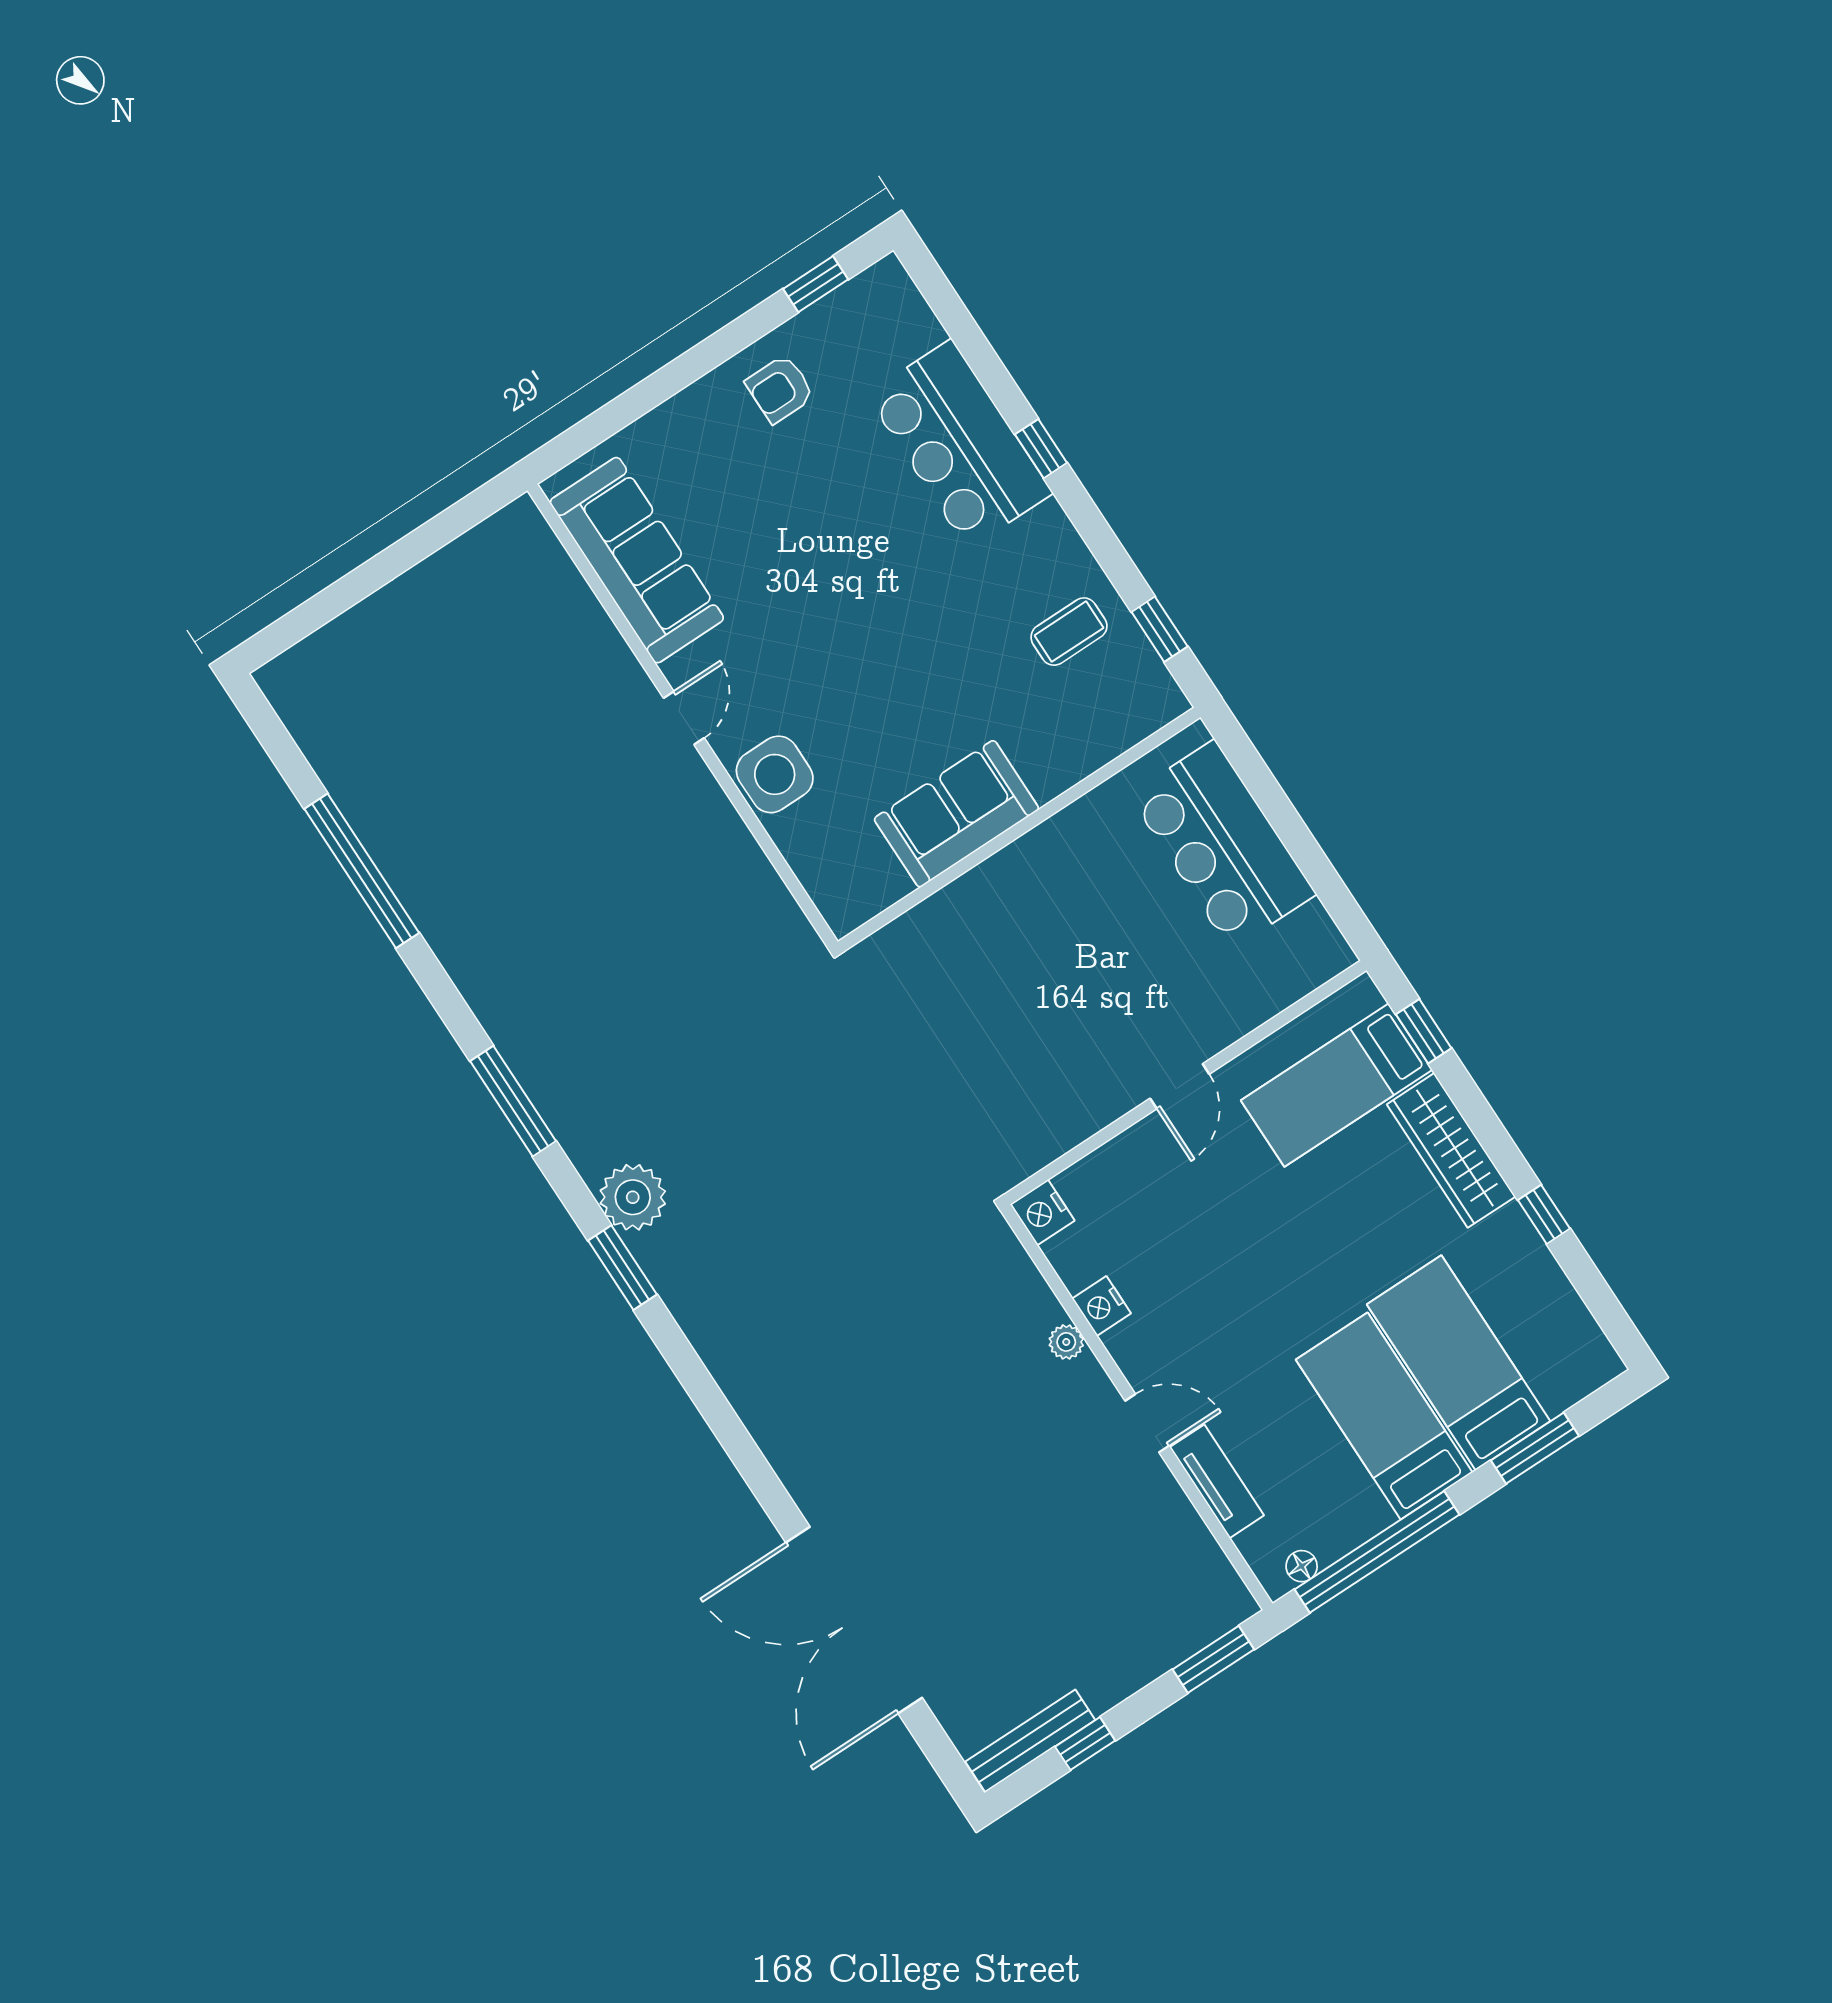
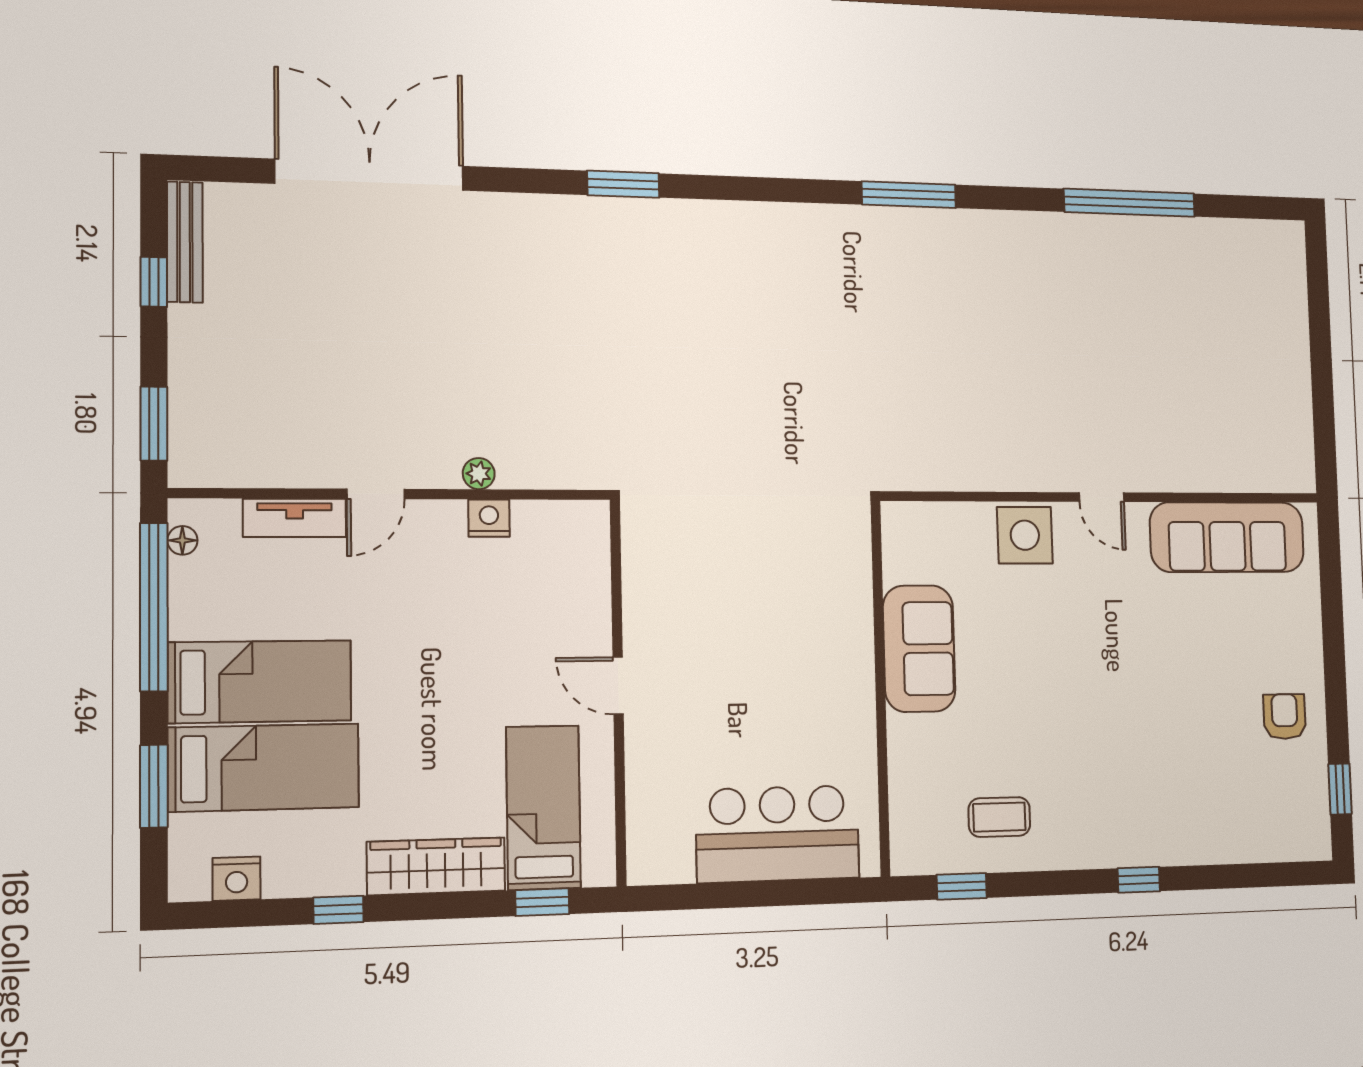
bar counter: (959, 444) -> (1175, 822), removed
coffee table: (1069, 632) -> (999, 817), turned 90
plant: (633, 1197) -> (788, 231), removed
nightstand: (1042, 1212) -> (237, 879), moved, turned 180
window: (622, 1268) -> (623, 184), moved

